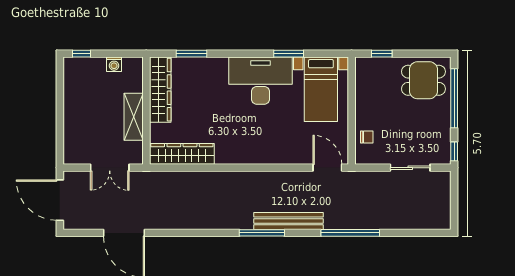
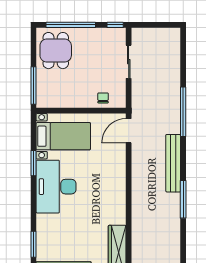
window: (382, 54) -> (33, 85), width x2.17
window: (262, 233) -> (183, 199), moved

